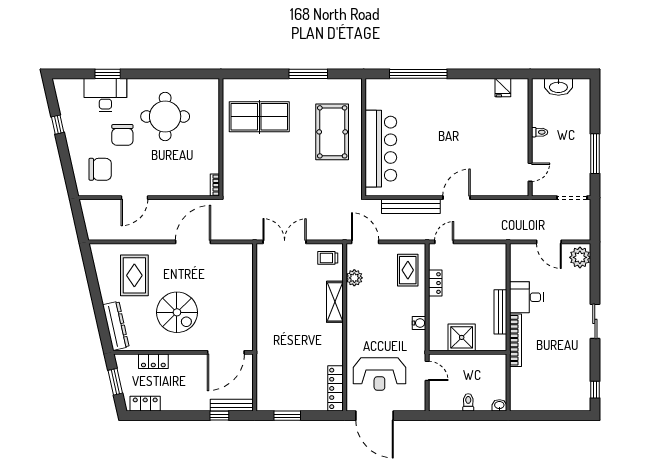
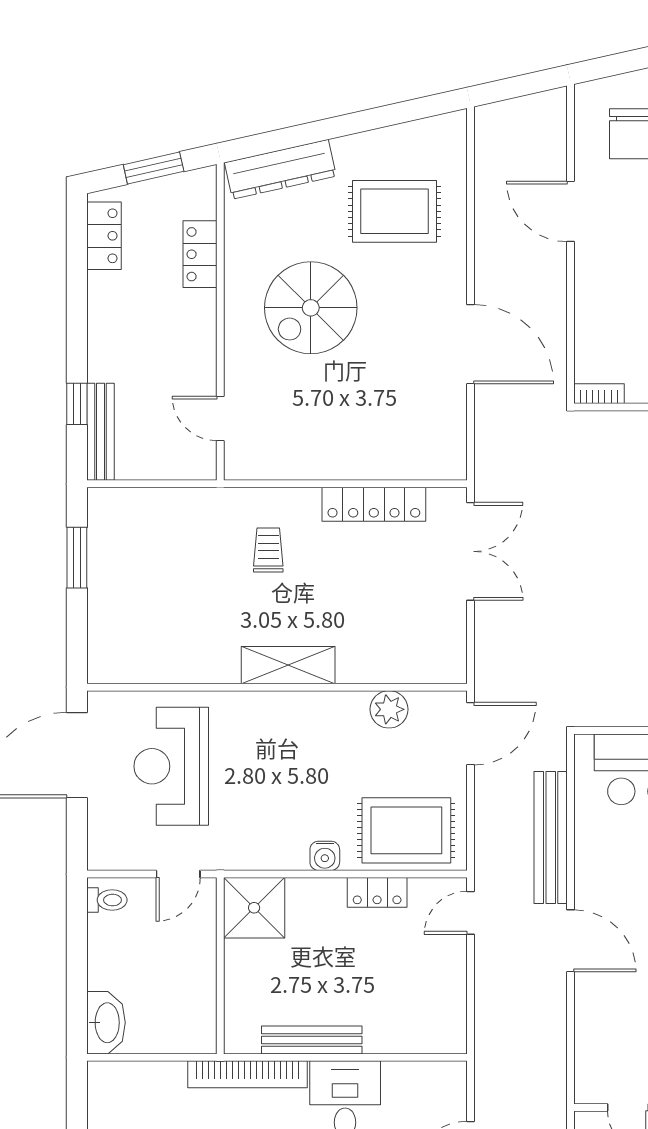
door: (444, 242) -> (470, 913), swing flipped
trolley: (328, 258) -> (268, 550), moved
rug: (408, 270) -> (406, 830), width x1.36, depth x1.43
shelving: (335, 302) -> (288, 665), moved
water cooler: (419, 323) -> (325, 856), moved
shower: (462, 337) -> (254, 908), moved
door: (226, 352) -> (220, 418), width x0.53
locker: (336, 388) -> (374, 504), moved, turned 180
toilet: (468, 402) -> (107, 900), moved
washbasin: (499, 405) -> (106, 1023), width x1.91, depth x1.45

